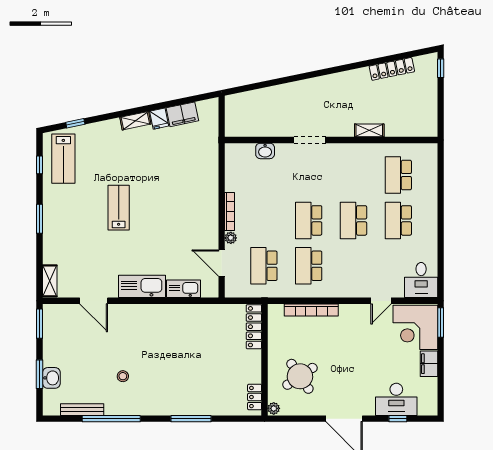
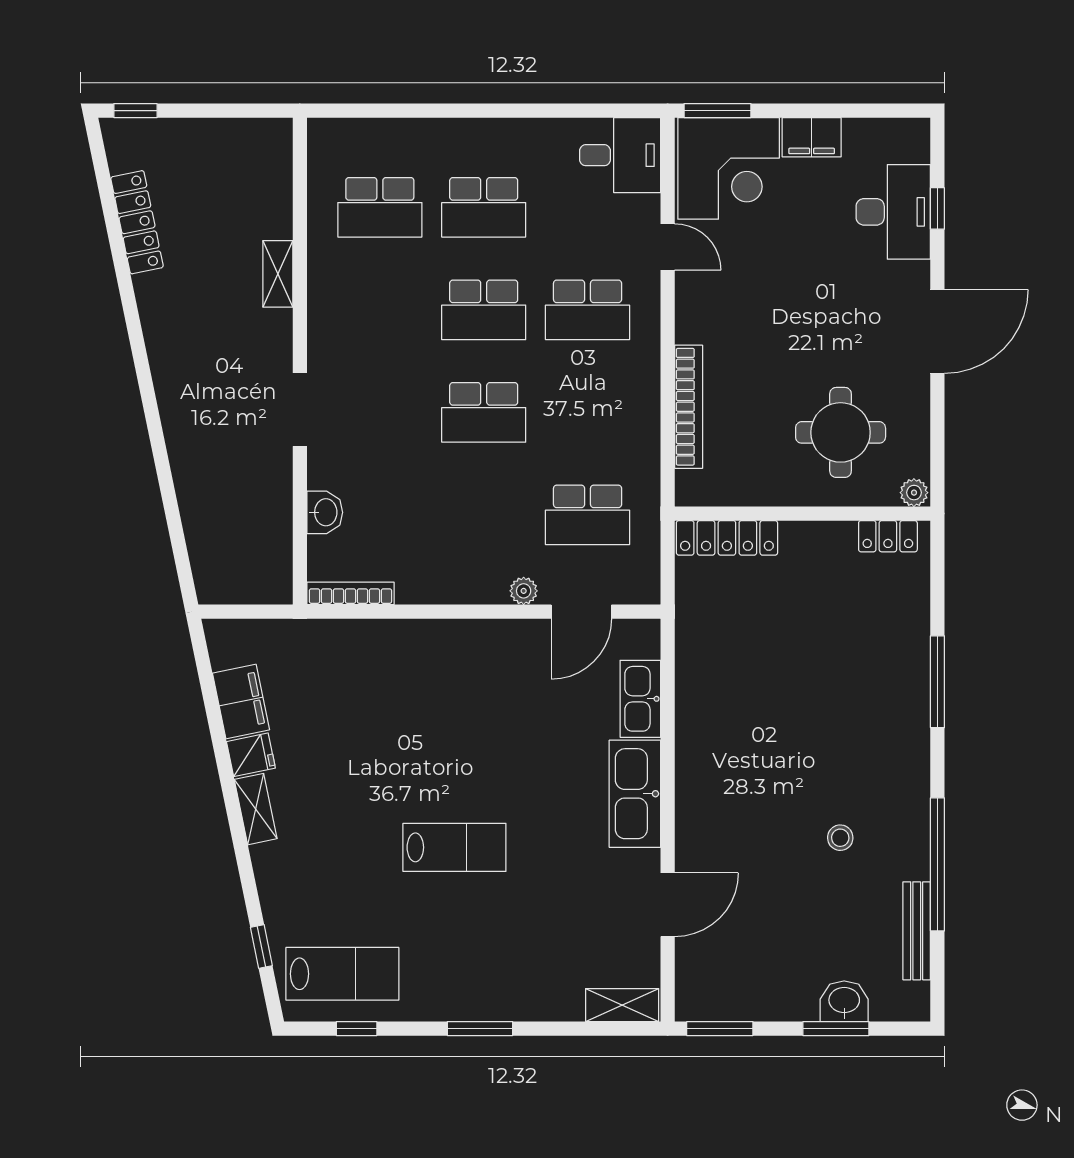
lab bench: (119, 208) -> (454, 847), turned 180
bookcase: (230, 212) -> (350, 593), moved
school desk: (309, 266) -> (588, 310), moved
round table: (300, 376) -> (841, 432), turned 34

